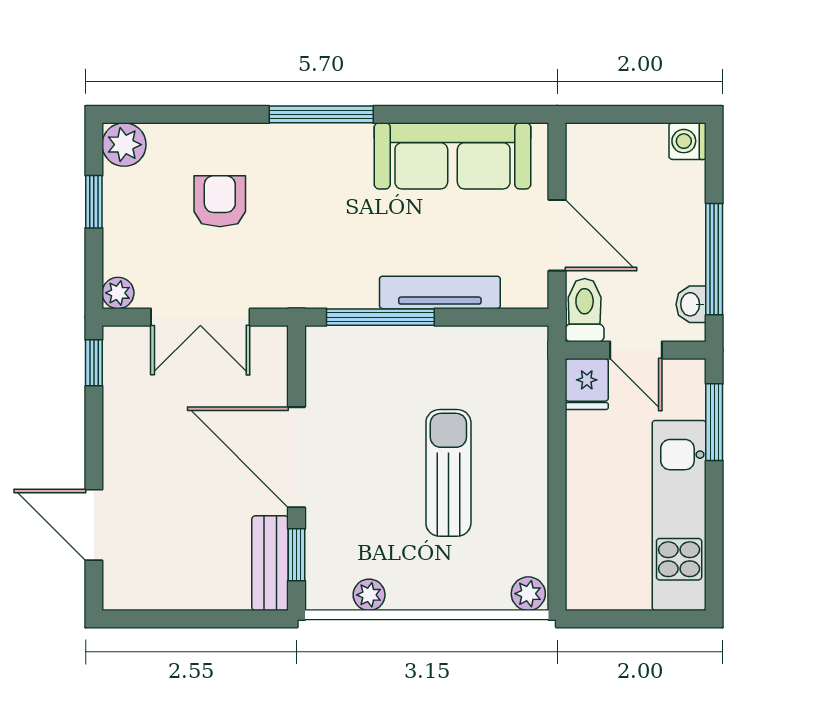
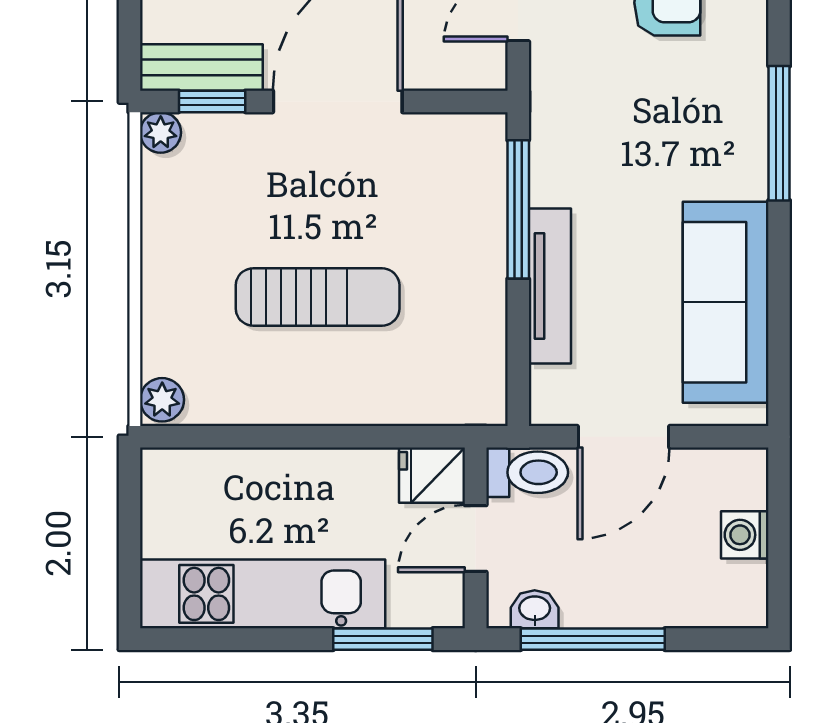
washing machine: (687, 141) -> (745, 535), moved, turned -90
plant: (369, 595) -> (161, 132), moved

